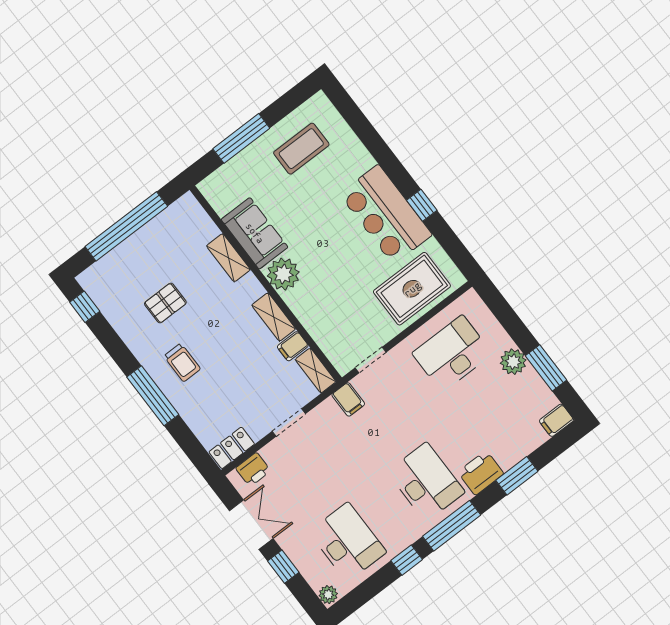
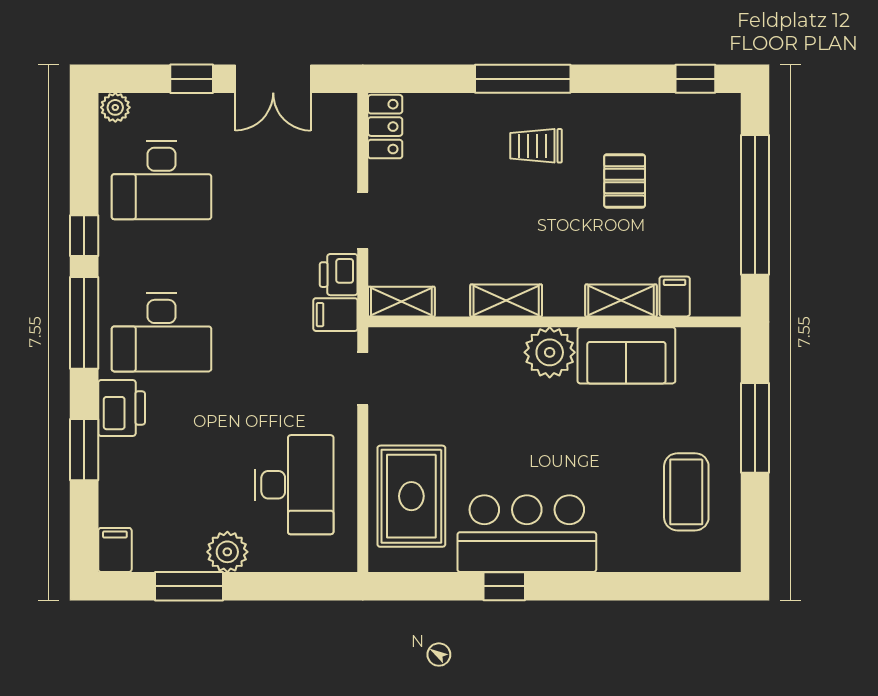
filing cabinet: (293, 346) -> (675, 296), moved
printer: (253, 469) -> (339, 275), moved

